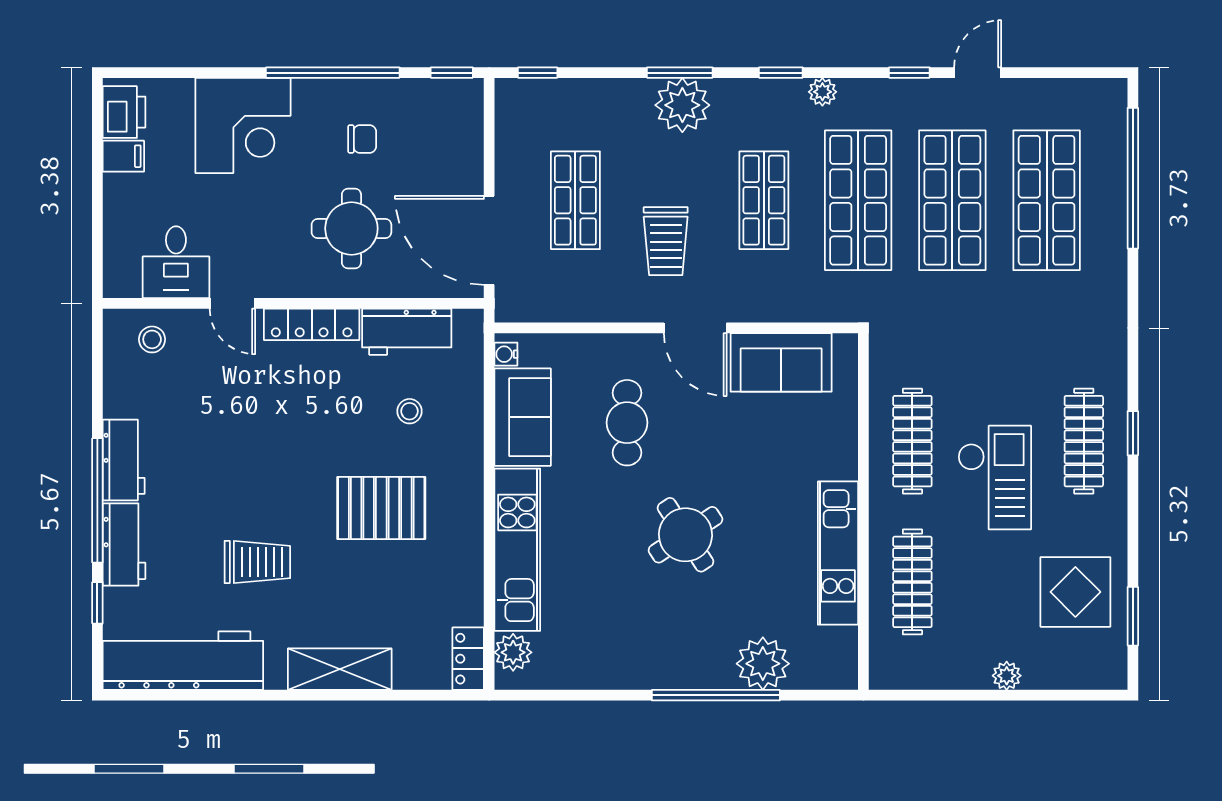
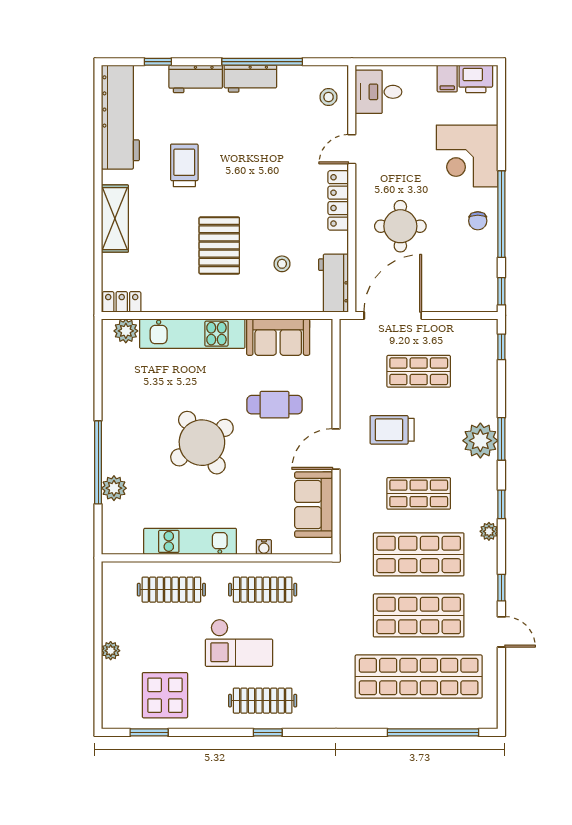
chair: (362, 139) -> (478, 221), moved
shop shelf: (1047, 200) -> (419, 677), width x1.40
desk: (176, 262) -> (379, 92), moved
workbench: (407, 332) -> (333, 283), moved
water cooler: (506, 354) -> (264, 547), moved, turned 180
window: (97, 500) -> (262, 62), moved
round table: (685, 535) -> (202, 443), width x1.36, depth x1.36
trolley: (257, 562) -> (184, 165), turned 180
plant: (763, 664) -> (114, 488), width x0.73, depth x0.73

